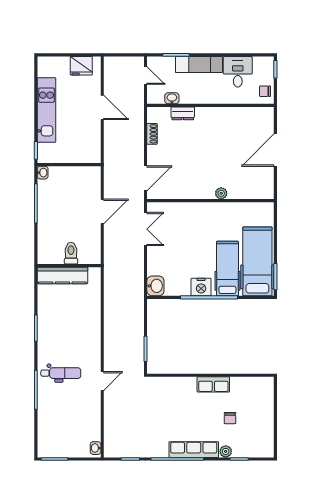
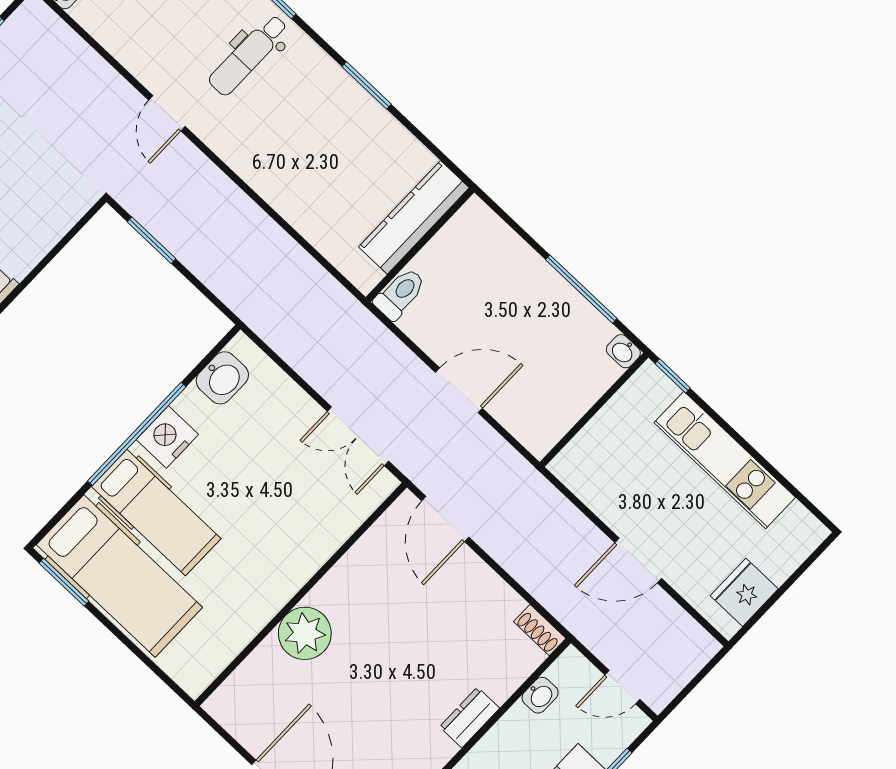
dresser: (183, 113) -> (470, 717), moved
shoe rack: (152, 134) -> (540, 630), moved
plant: (221, 193) -> (305, 633), width x1.87, depth x1.87
door: (102, 212) -> (459, 390), swing flipped
toilet: (71, 253) -> (400, 294), moved, turned -90
washbasin: (155, 286) -> (222, 378), moved, turned -90

